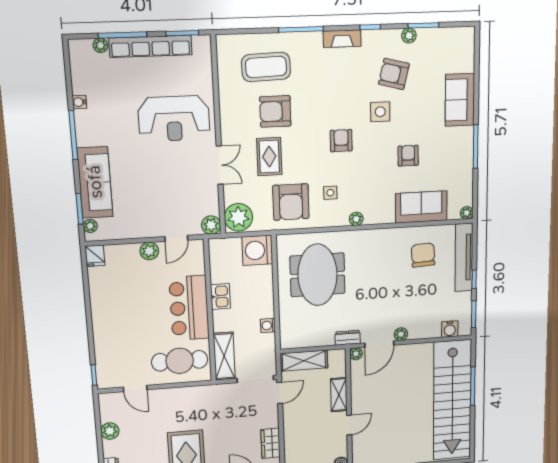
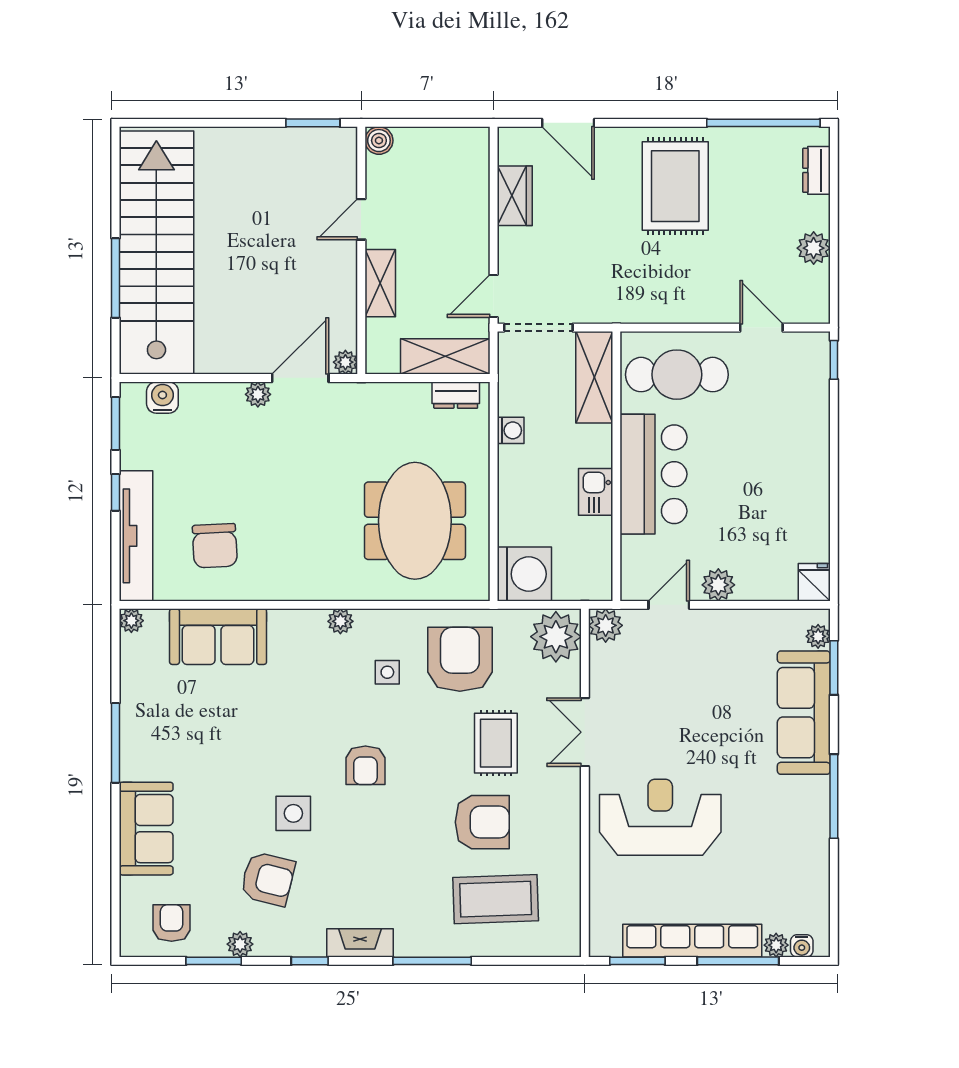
water cooler: (79, 102) -> (802, 946), moved, turned 90
armchair: (408, 156) -> (172, 923), moved, turned 180
dresser: (348, 338) -> (456, 395), moved

